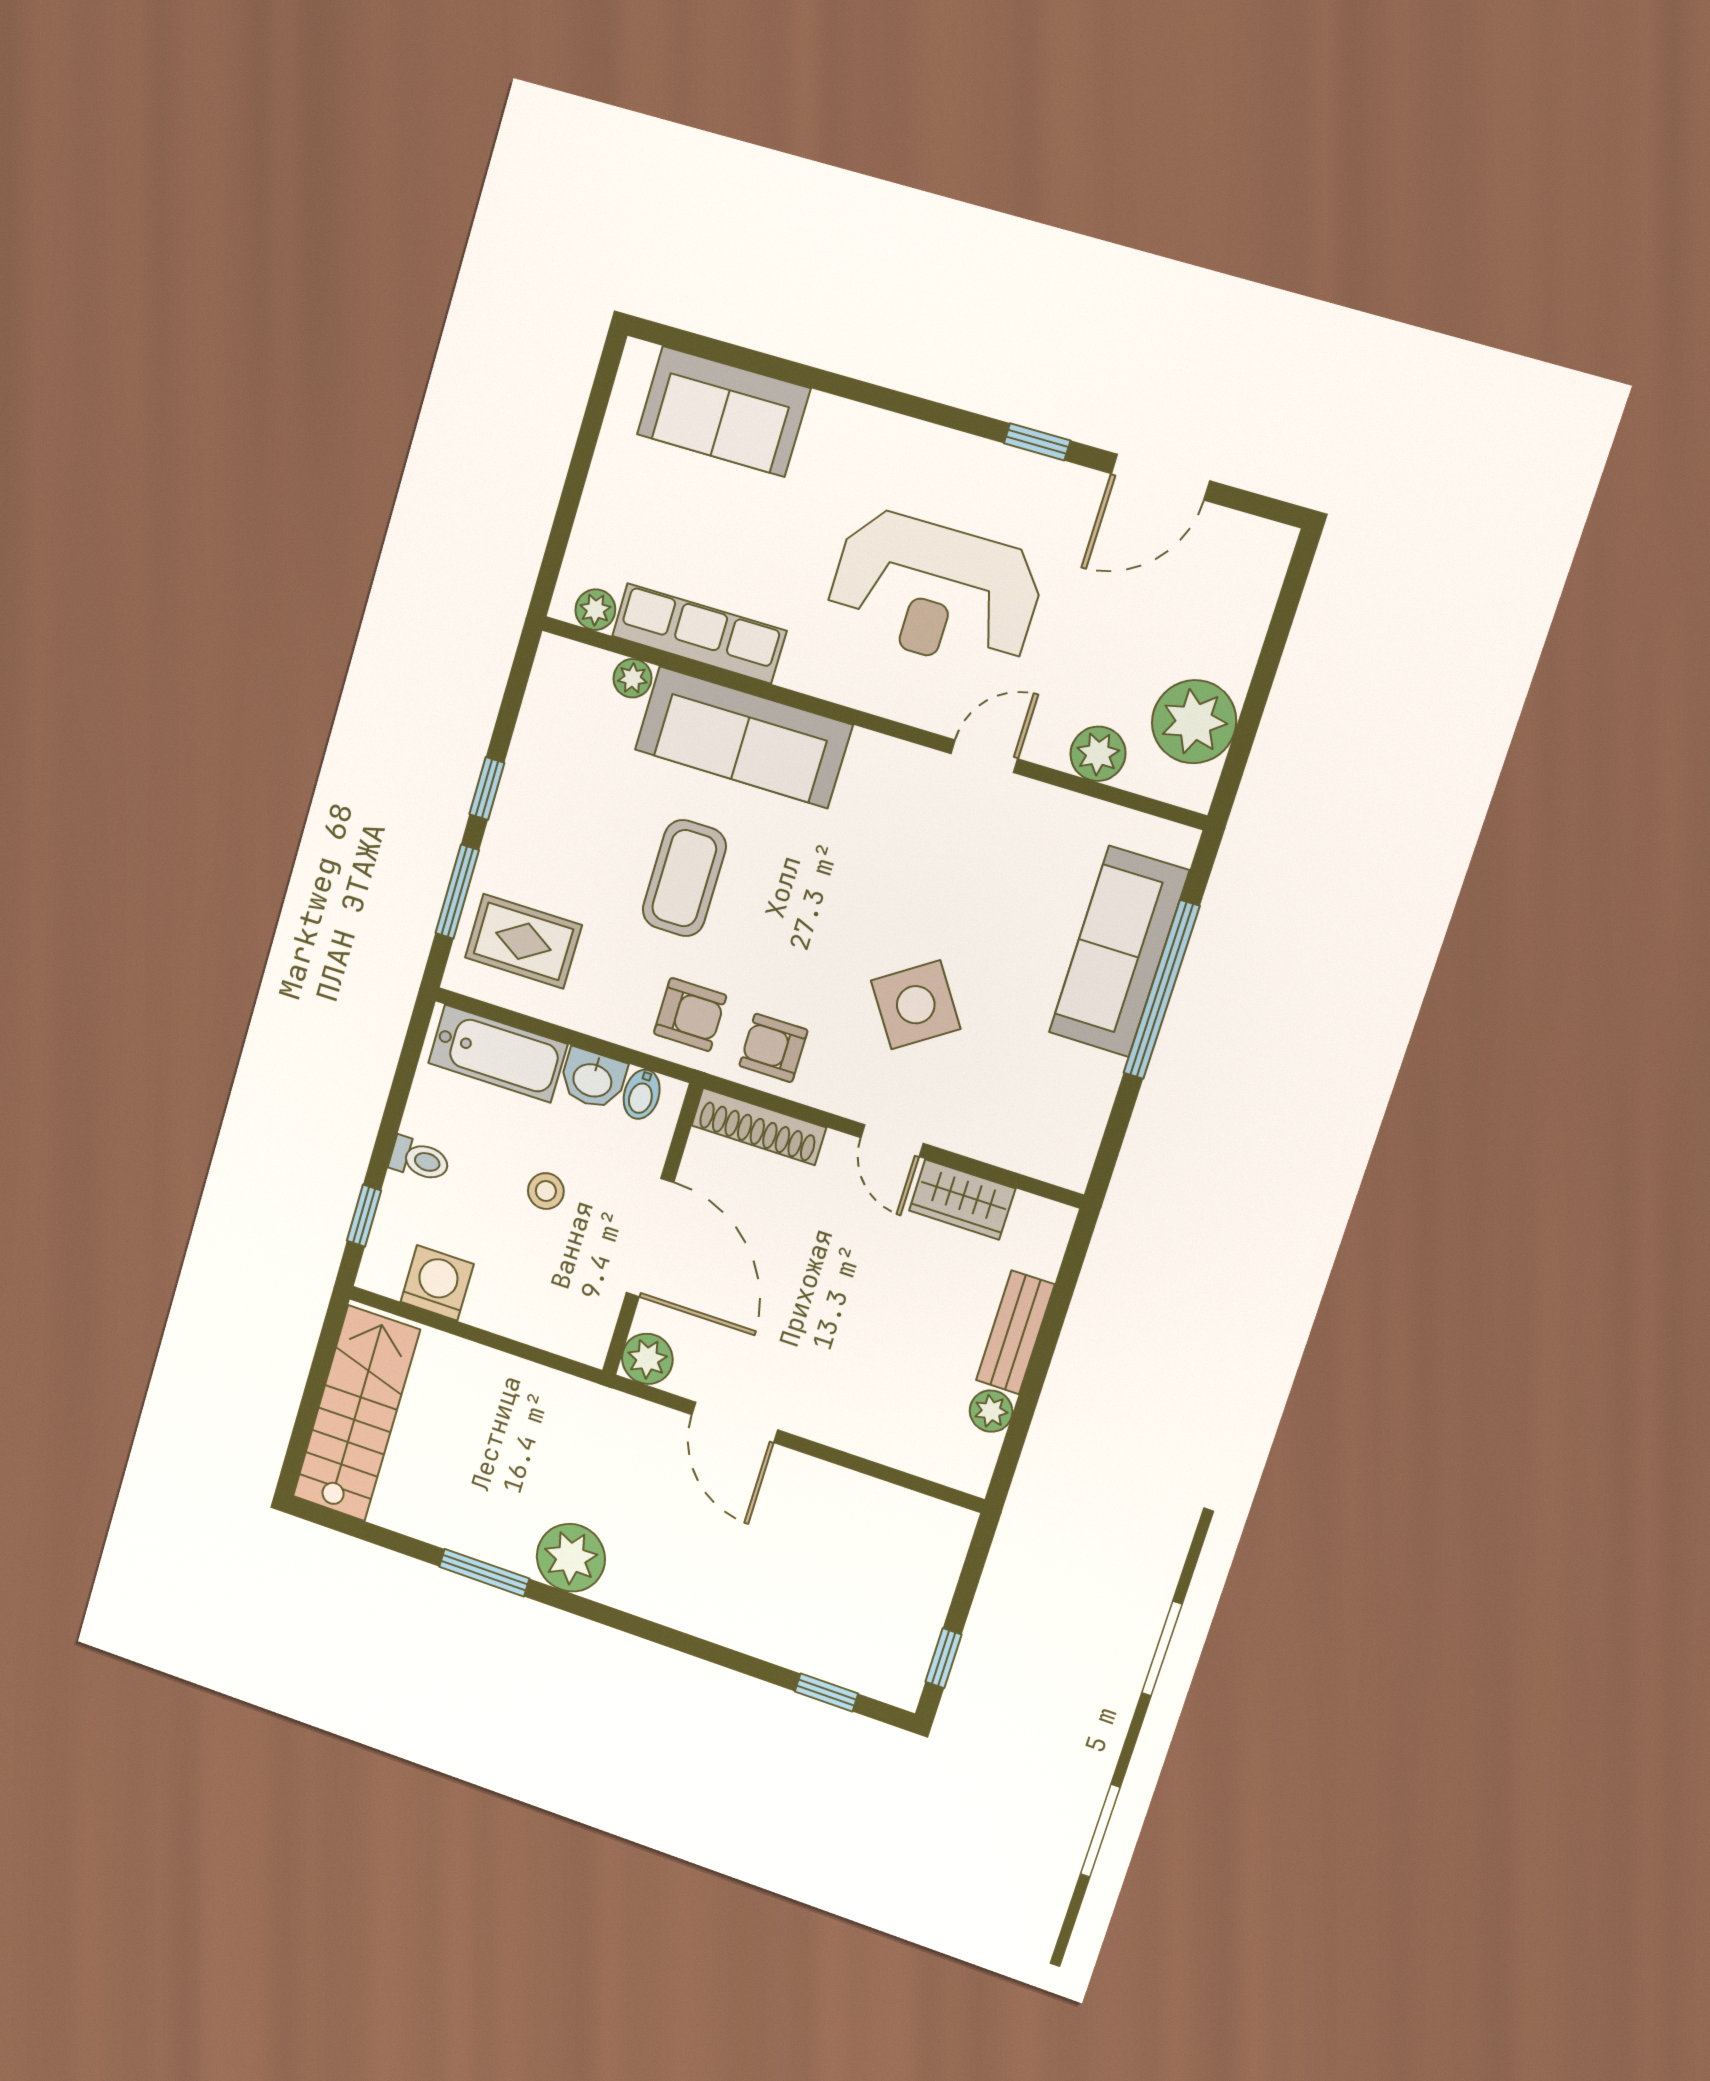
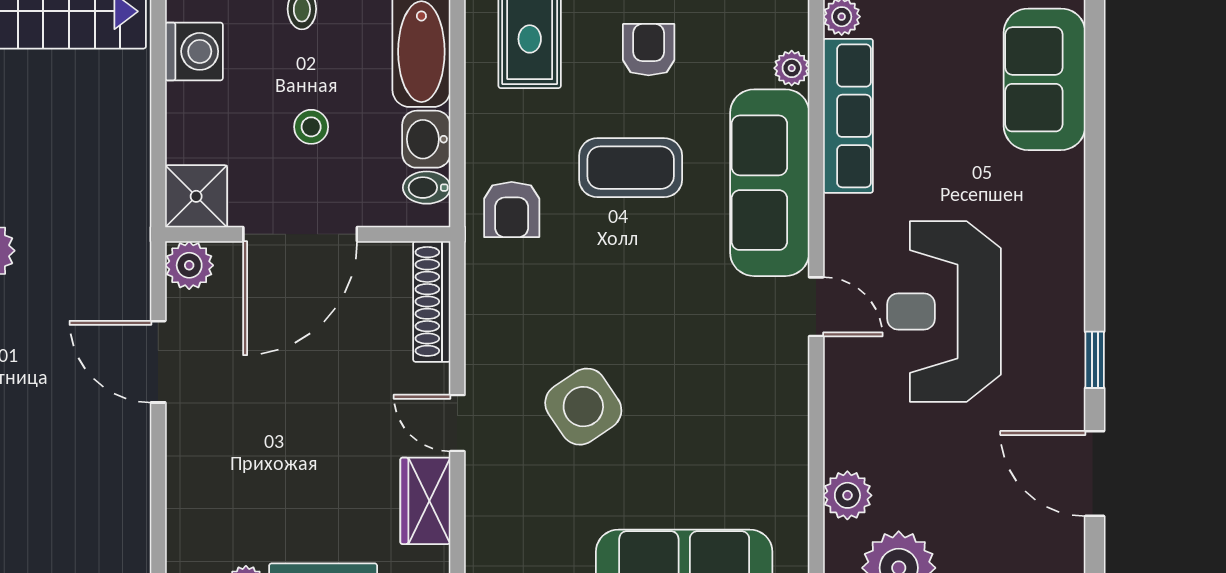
door: (984, 756) -> (816, 307), moved
armchair: (773, 1048) -> (649, 50), moved
door: (892, 1141) -> (457, 423), hinge flipped
shower: (581, 1329) -> (196, 196), added
door: (735, 1422) -> (158, 362), hinge flipped

